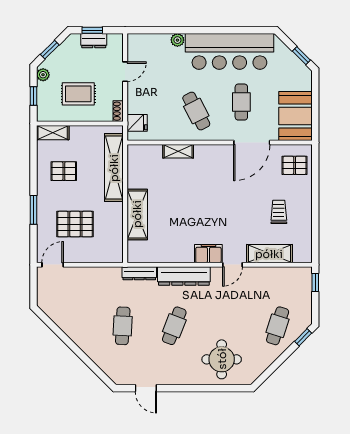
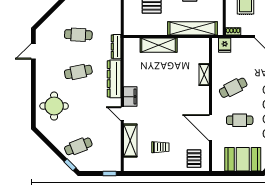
booth: (295, 116) -> (243, 159), moved
cafe table: (174, 326) -> (78, 72), turned -33
cafe table: (278, 326) -> (78, 146), turned -39

